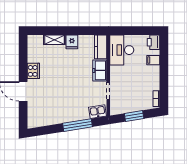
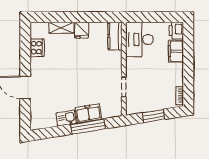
filing cabinet: (153, 60) -> (176, 51), width x2.00
freezer: (100, 70) -> (88, 113), moved, turned 81
cooker: (33, 71) -> (37, 48), moved
kitchen sink: (98, 112) -> (66, 118), moved

